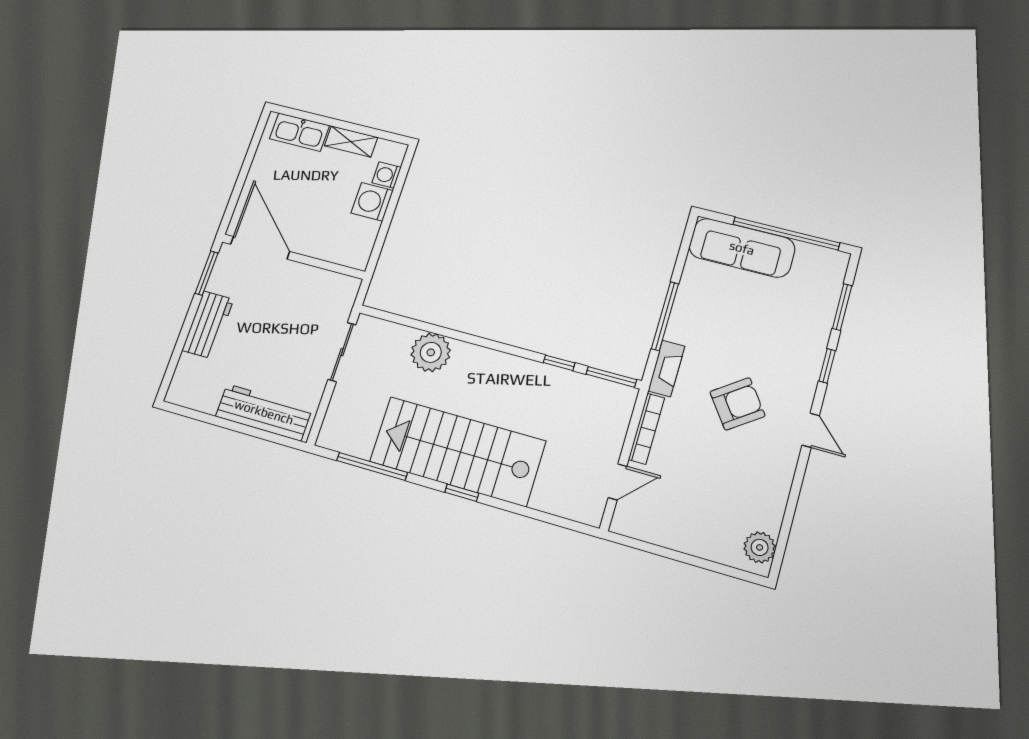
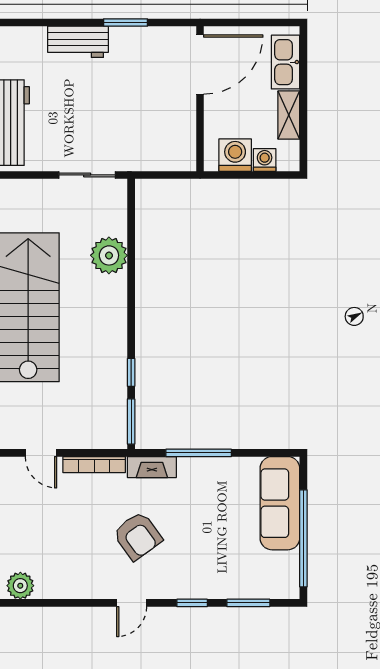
door: (260, 248) -> (200, 65), moved
wall: (293, 257) -> (200, 99), moved

